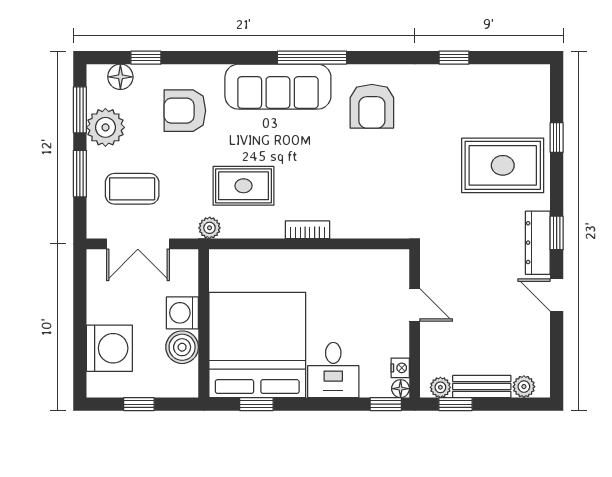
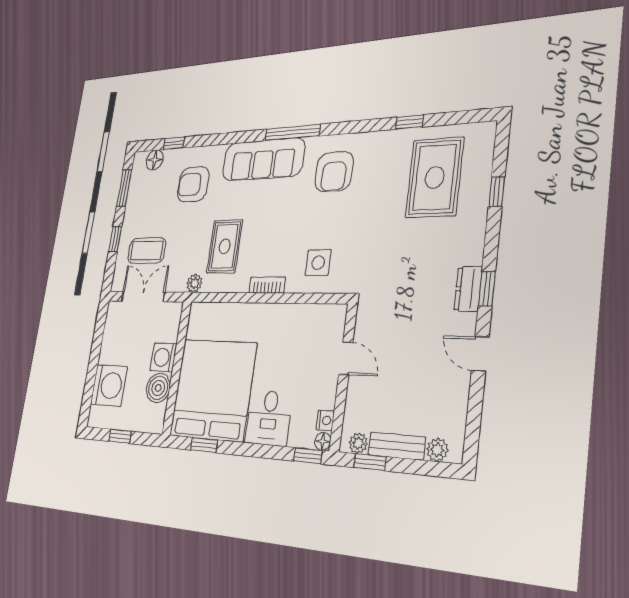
plant: (105, 127) -> (138, 201), removed
rug: (503, 165) -> (435, 177), moved, turned 90
window: (80, 174) -> (115, 239), width x0.67
rug: (243, 186) -> (225, 246), turned 90
side table: (367, 206) -> (318, 263), added
dresser: (538, 243) -> (468, 289), width x0.70
double door: (138, 244) -> (143, 297), swing flipped

